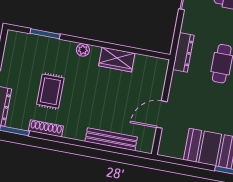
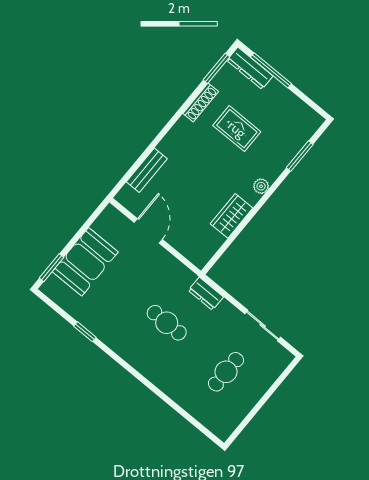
dresser: (183, 52) -> (206, 294), width x0.70
bench: (111, 139) -> (147, 170), width x0.73

